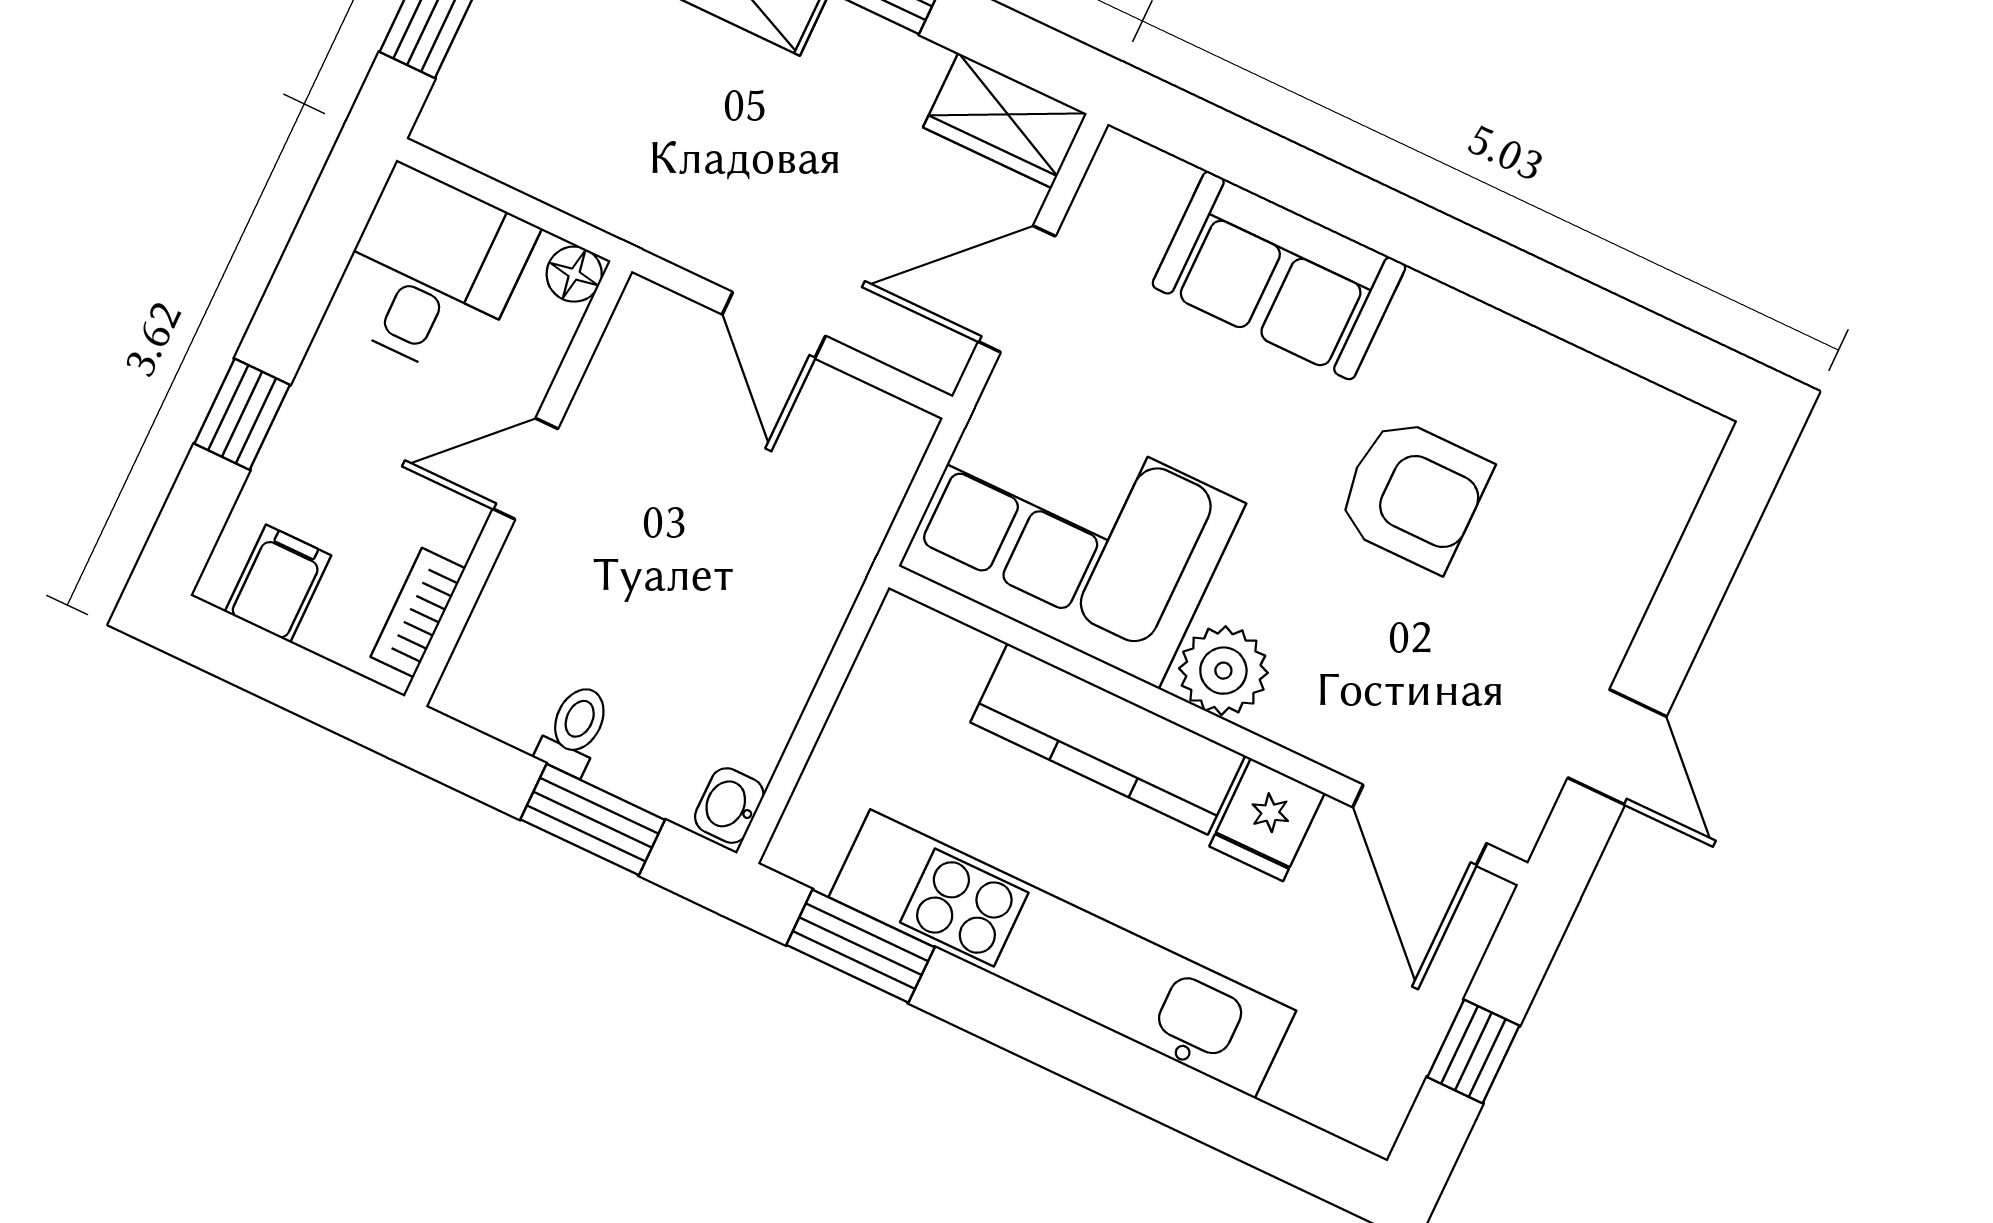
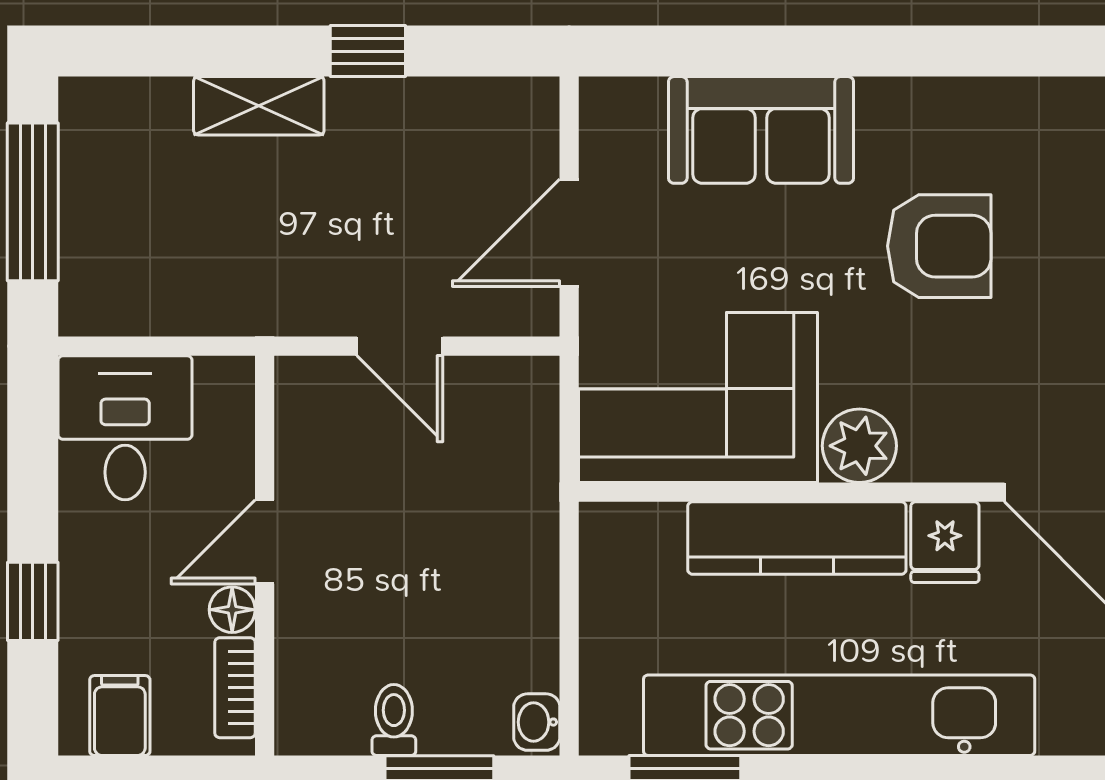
wardrobe: (1005, 120) -> (501, 111), removed
floor lamp: (574, 274) -> (232, 610), moved

